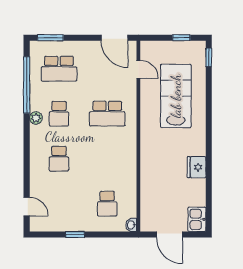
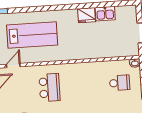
lab bench: (176, 96) -> (32, 35), turned 180
kitchen sink: (197, 219) -> (105, 14), moved

